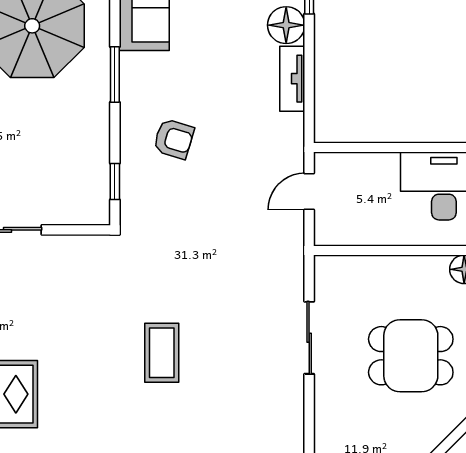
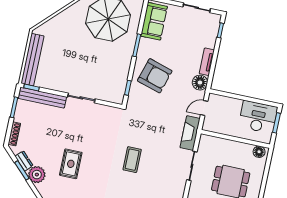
floor lamp: (286, 25) -> (200, 83), moved
armchair: (174, 139) -> (155, 76), width x1.88, depth x1.88
fireplace: (288, 259) -> (190, 133), added

